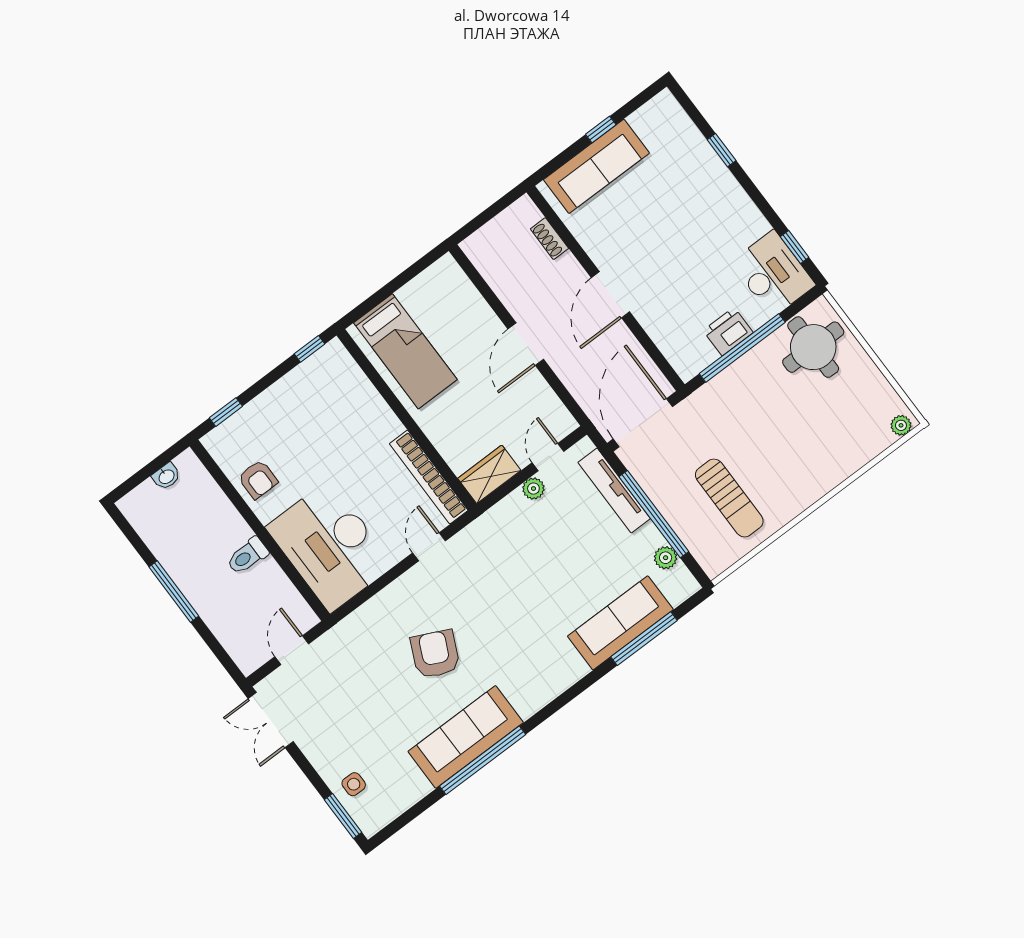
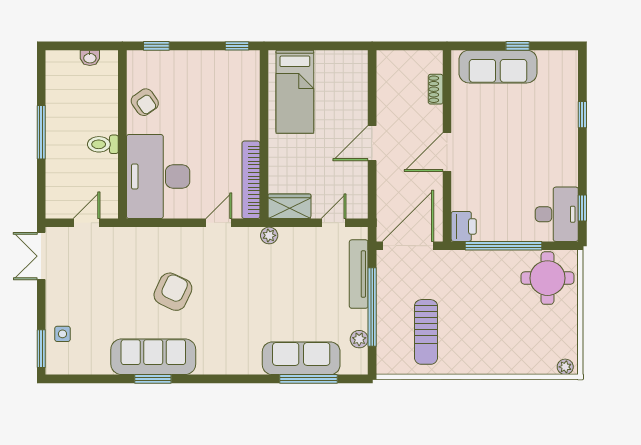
printer: (728, 331) -> (464, 226), moved, turned 90
armchair: (258, 479) -> (145, 102), turned -35
plant: (533, 489) -> (269, 235), moved
window: (483, 760) -> (153, 379), width x0.47

